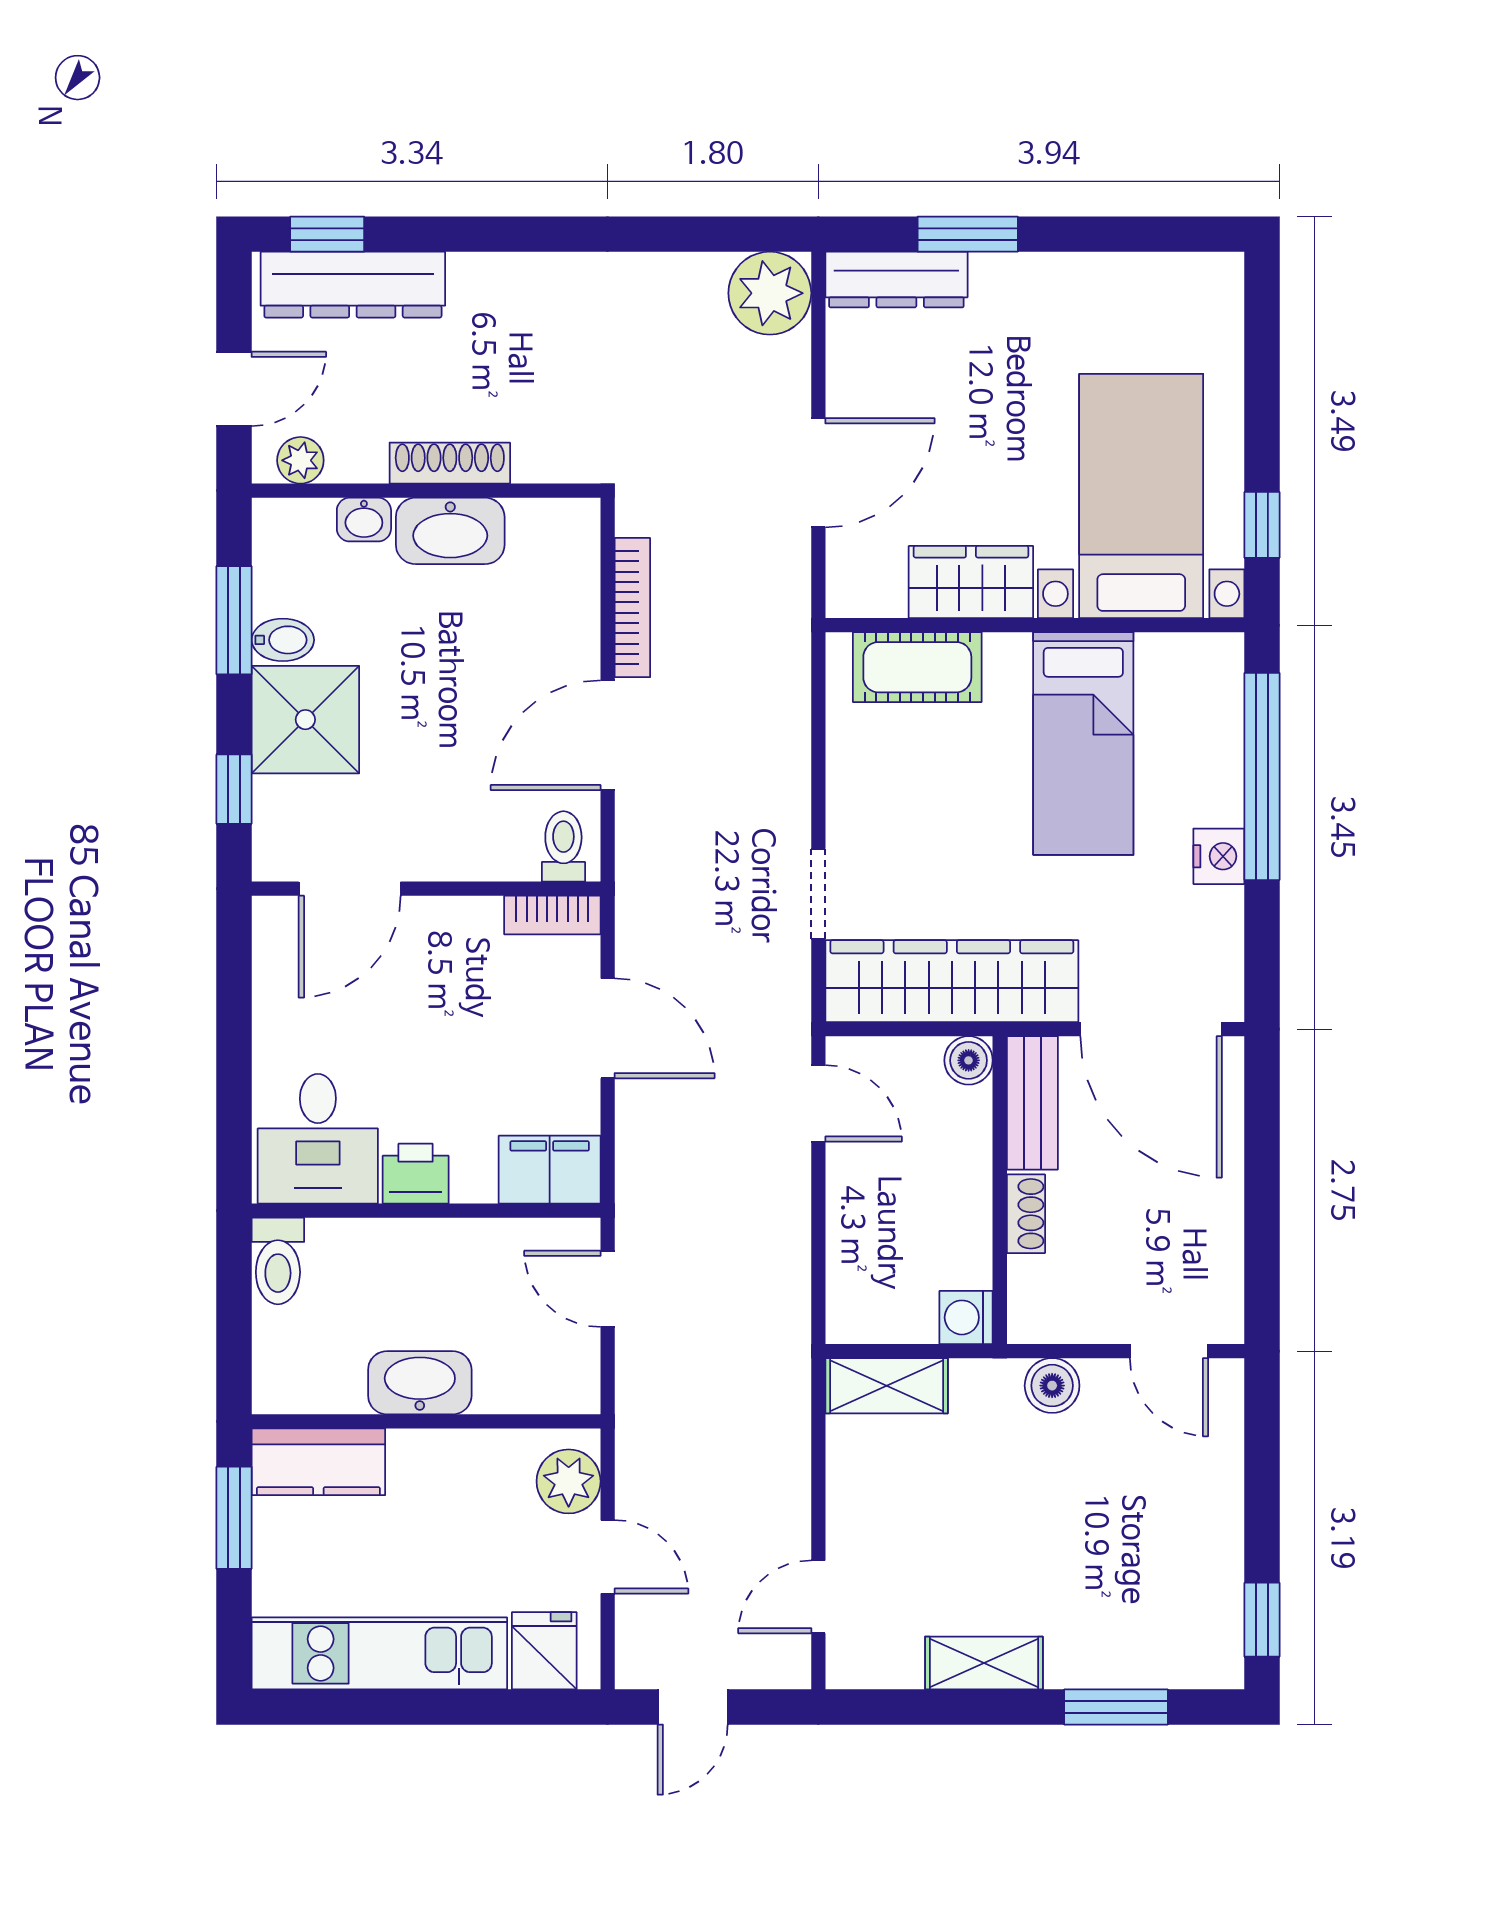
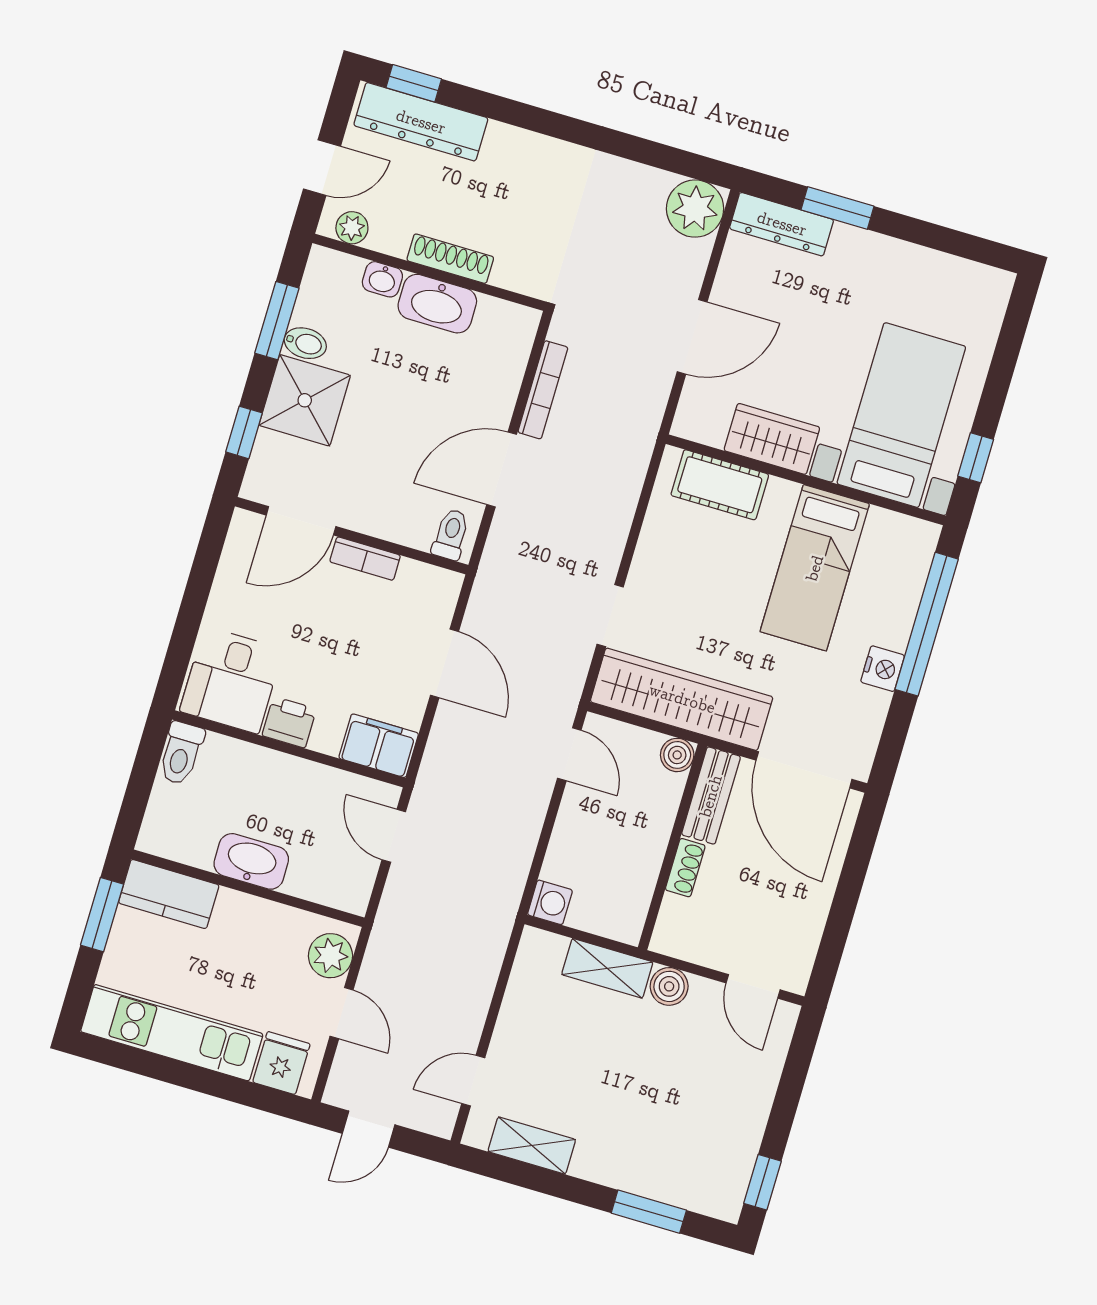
bookcase: (552, 915) -> (365, 559), moved
washing machine: (966, 1317) -> (550, 902), moved, turned 180
shelving: (887, 1386) -> (607, 968), moved
shelving: (984, 1663) -> (532, 1145), moved

